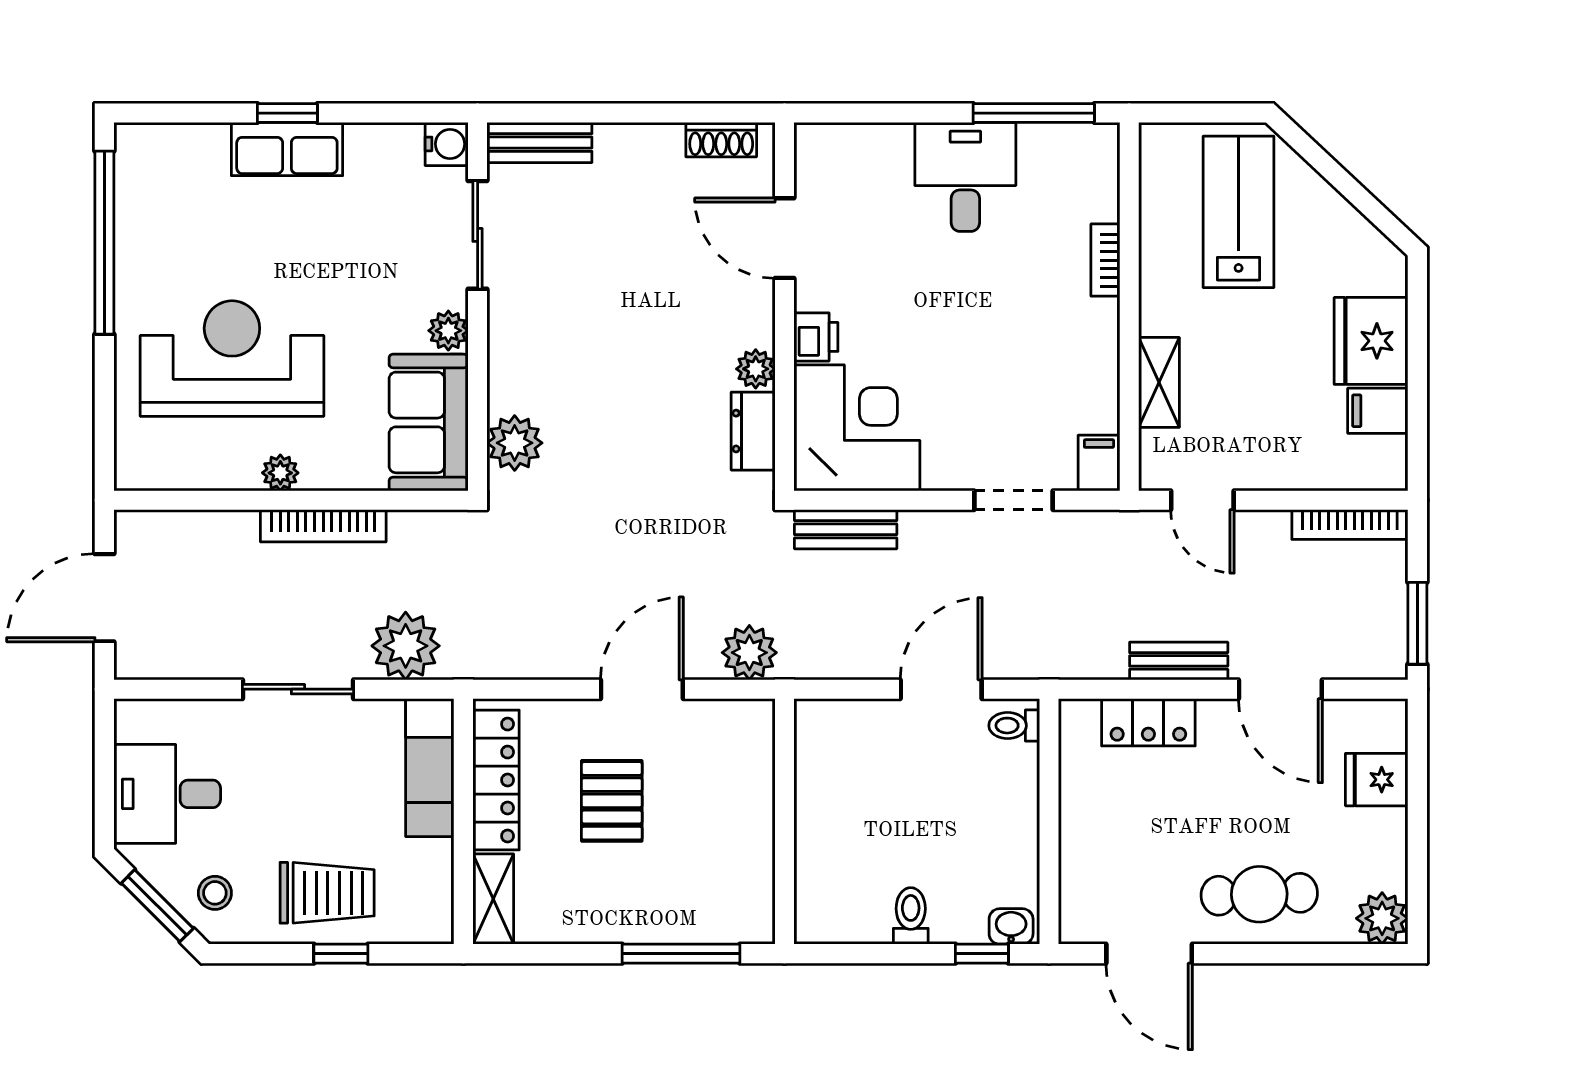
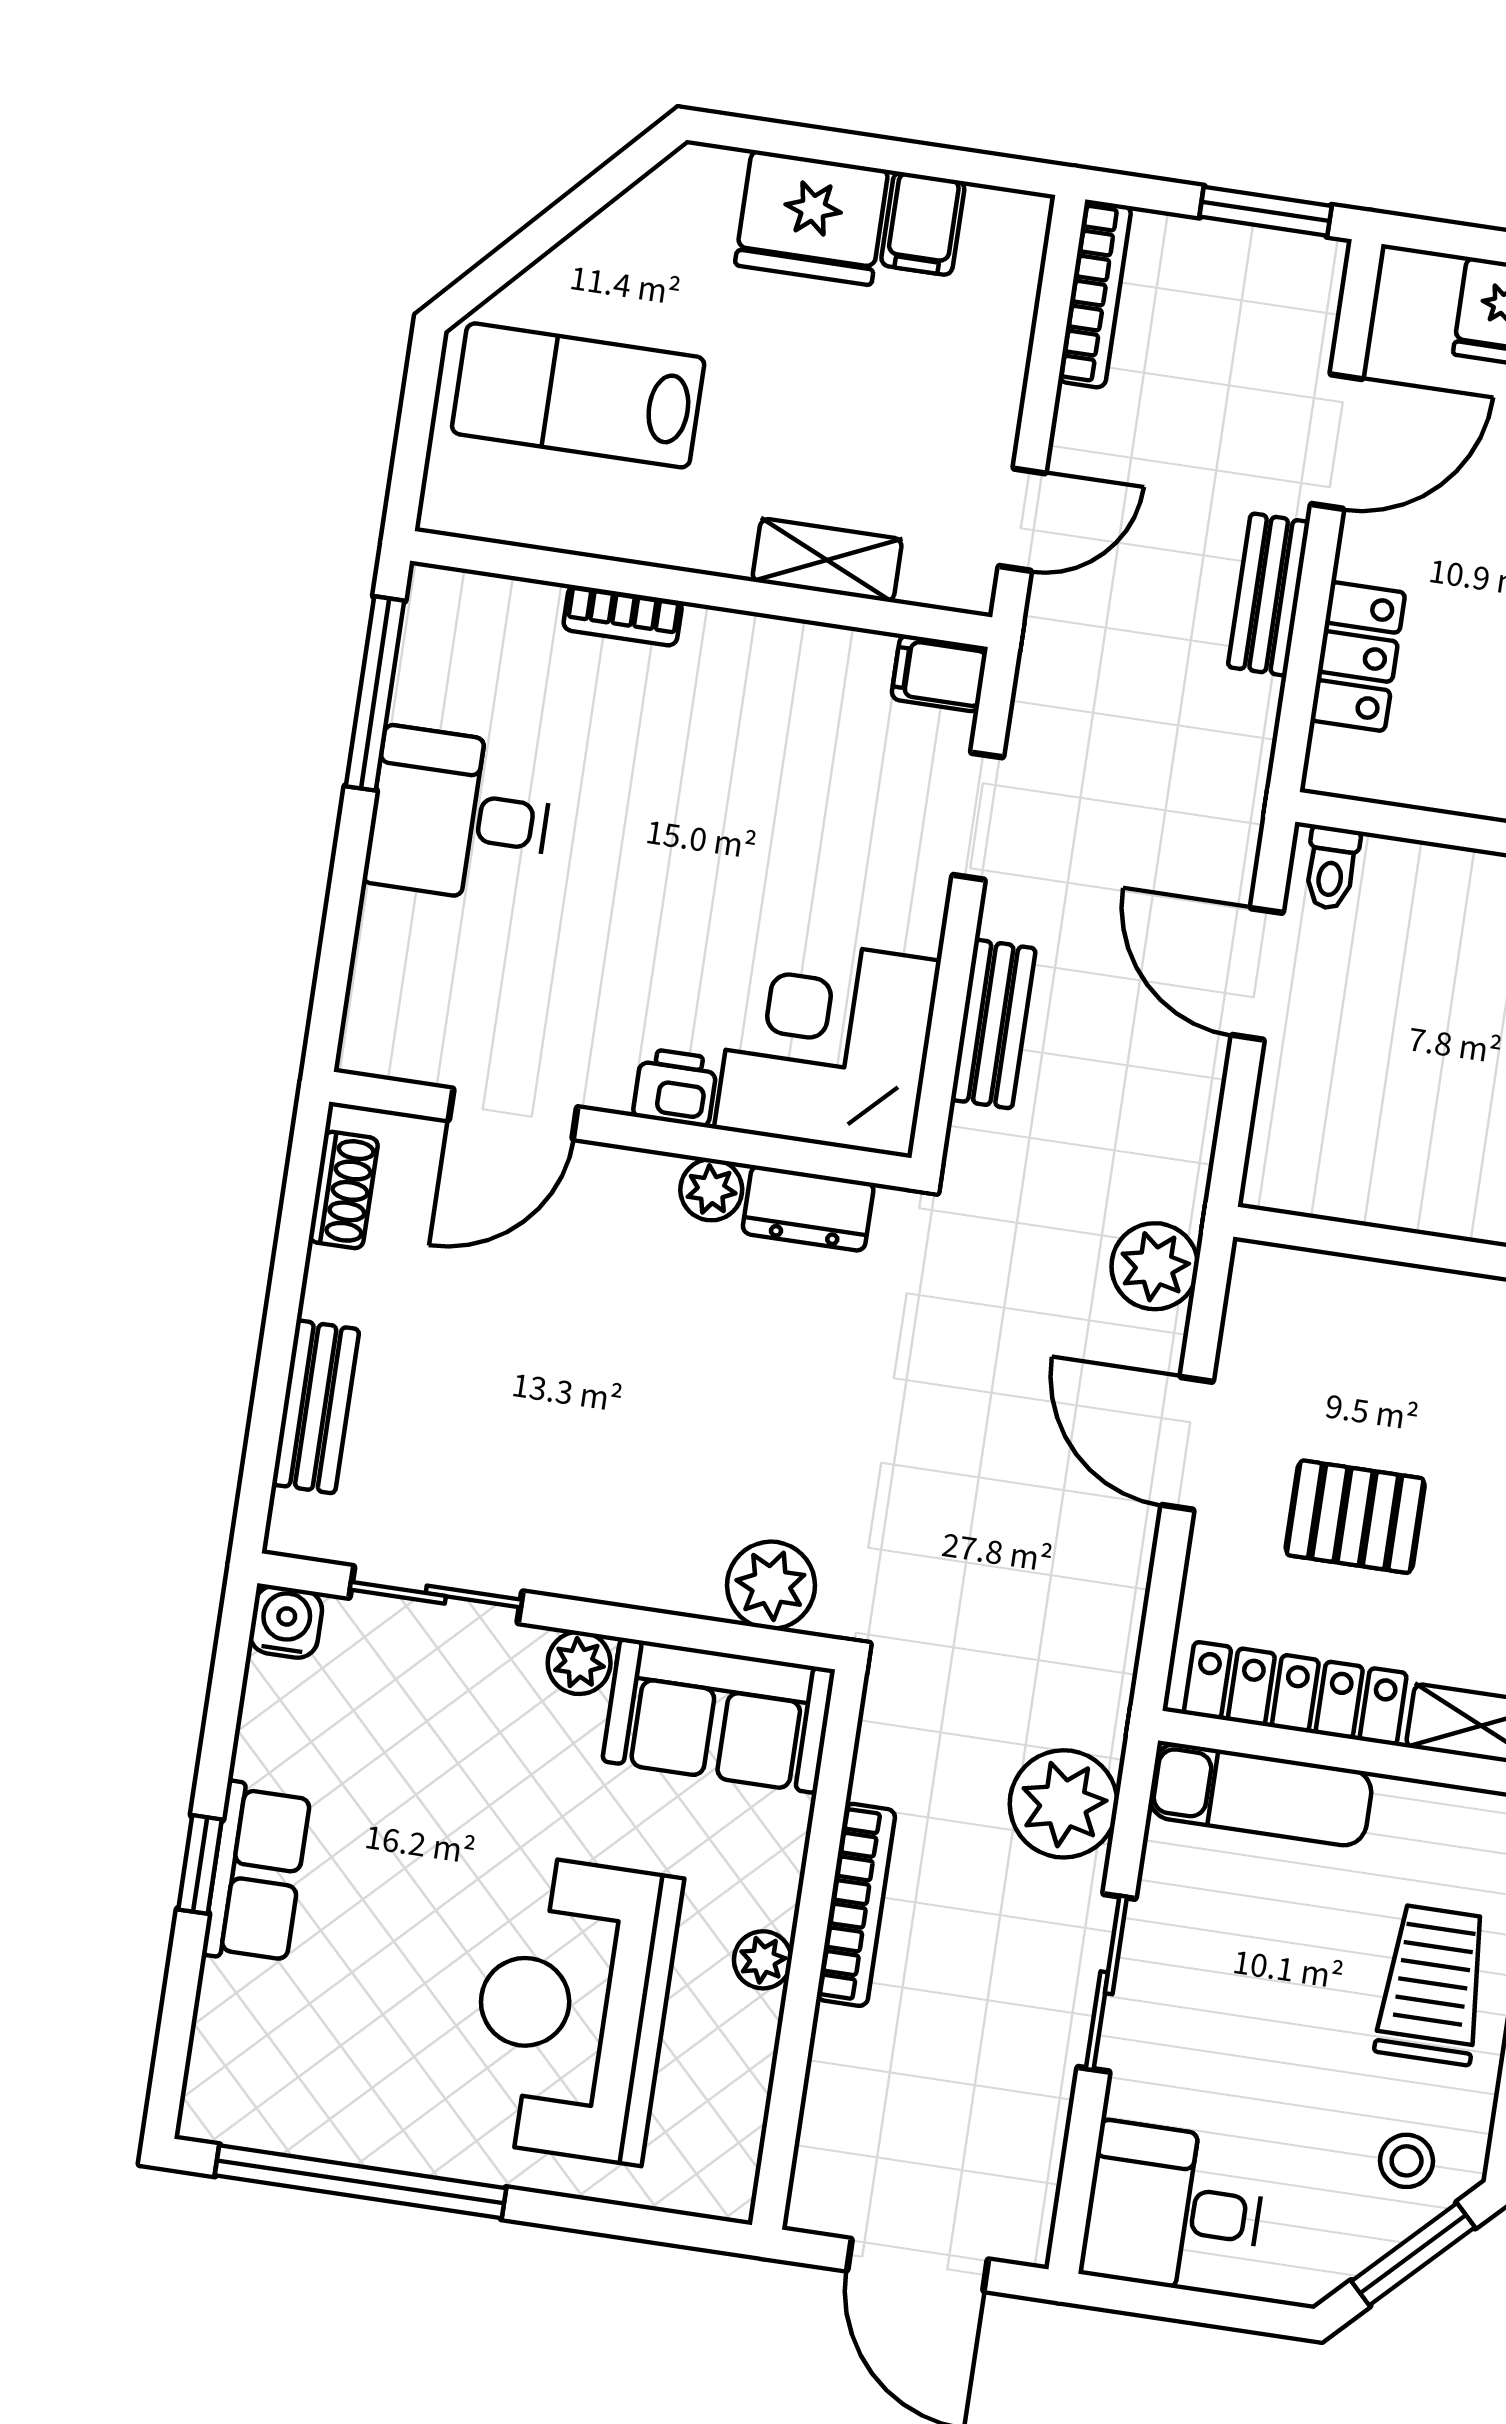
bench: (539, 142) -> (316, 1407), moved
bench: (846, 529) -> (993, 1024), moved
desk: (167, 794) -> (1173, 2209), moved, turned 90

